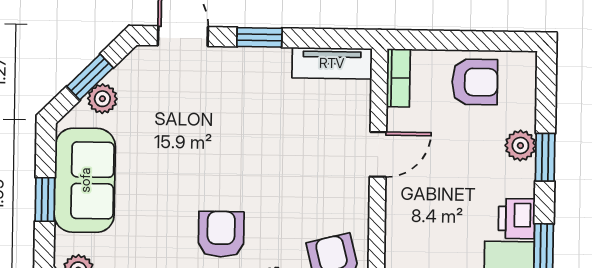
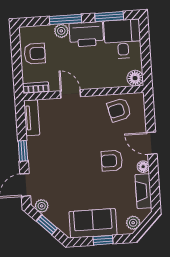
armchair: (475, 82) -> (35, 54), turned 90
plant: (102, 99) -> (42, 206), moved
window: (545, 157) -> (66, 19), width x1.50
printer: (517, 219) -> (86, 34), width x1.87, depth x1.48

